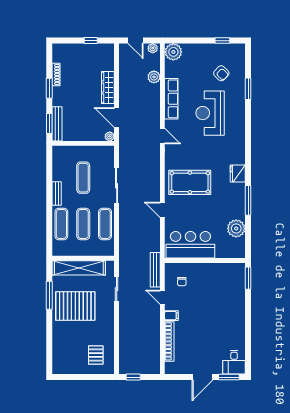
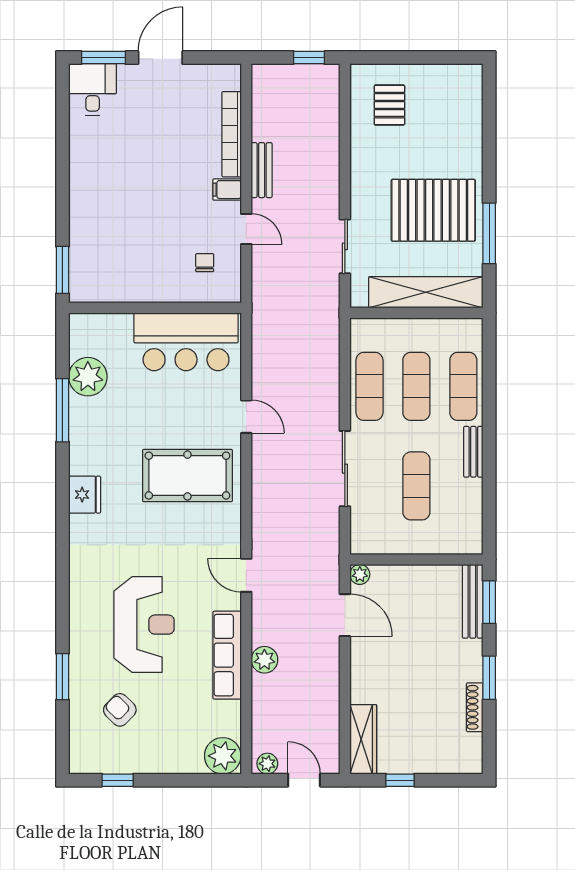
plant: (154, 77) -> (264, 660), moved
wardrobe: (108, 87) -> (363, 739), moved
window: (248, 200) -> (62, 410), moved
bench: (155, 270) -> (262, 170), moved, width x0.73

